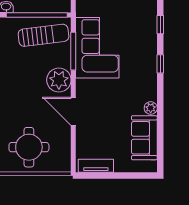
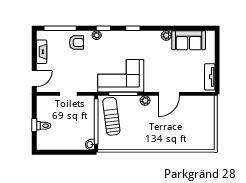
plant: (151, 16) -> (97, 35), added
plant: (59, 80) -> (145, 100), width x0.53, depth x0.53
round table: (29, 147) -> (196, 127), removed

